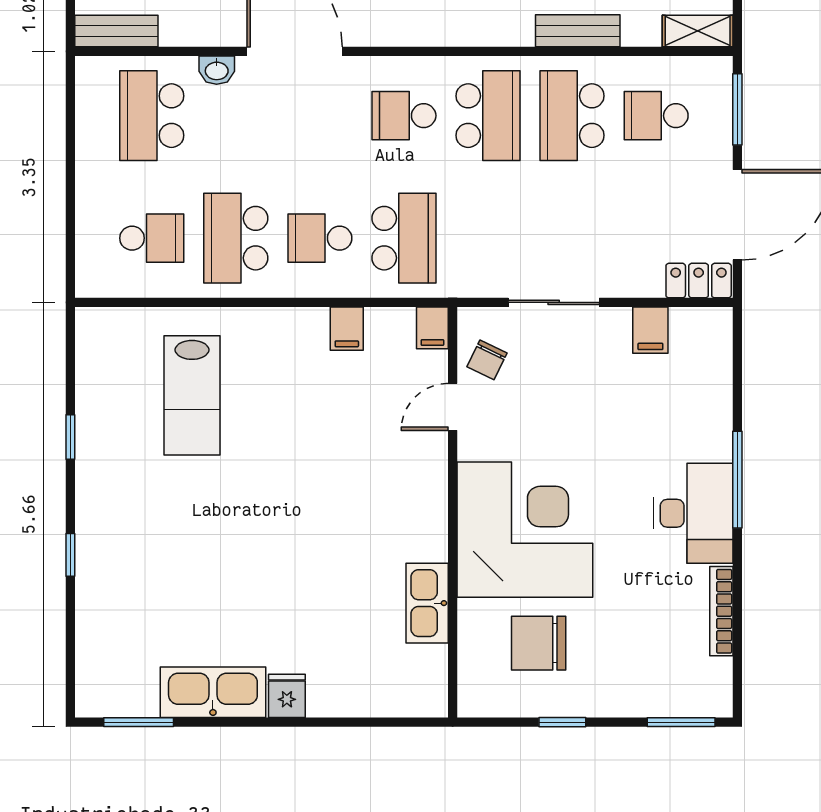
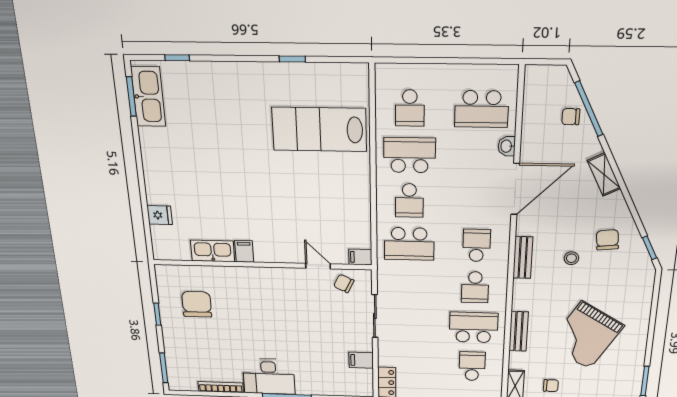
bench: (116, 31) -> (523, 258), moved
school desk: (152, 116) -> (482, 109), turned 180
school desk: (488, 116) -> (475, 287), width x0.54
school desk: (320, 238) -> (409, 200), turned 180
filing cabinet: (347, 329) -> (244, 251), moved, turned 90
lab bench: (192, 395) -> (319, 129), width x1.36, depth x1.39
corner desk: (525, 530) -> (255, 299), removed
window: (70, 555) -> (177, 58), moved
kitchen sink: (213, 692) -> (148, 97), moved
fridge: (287, 696) -> (160, 215), moved

